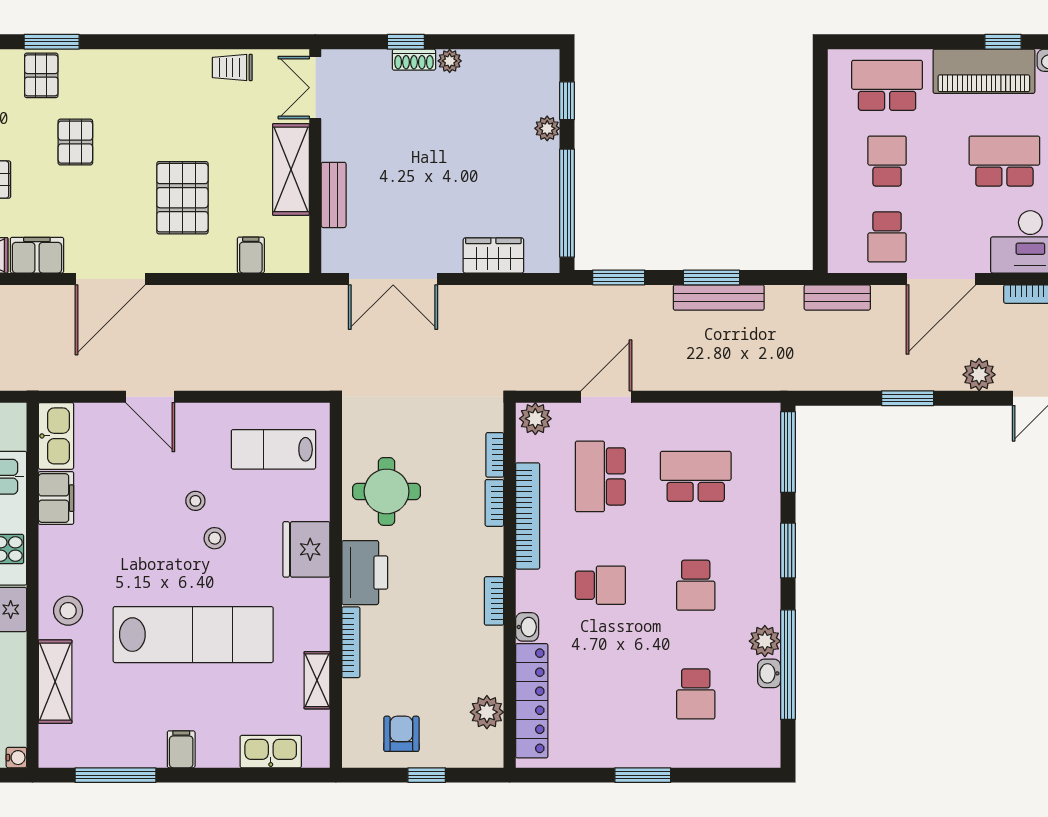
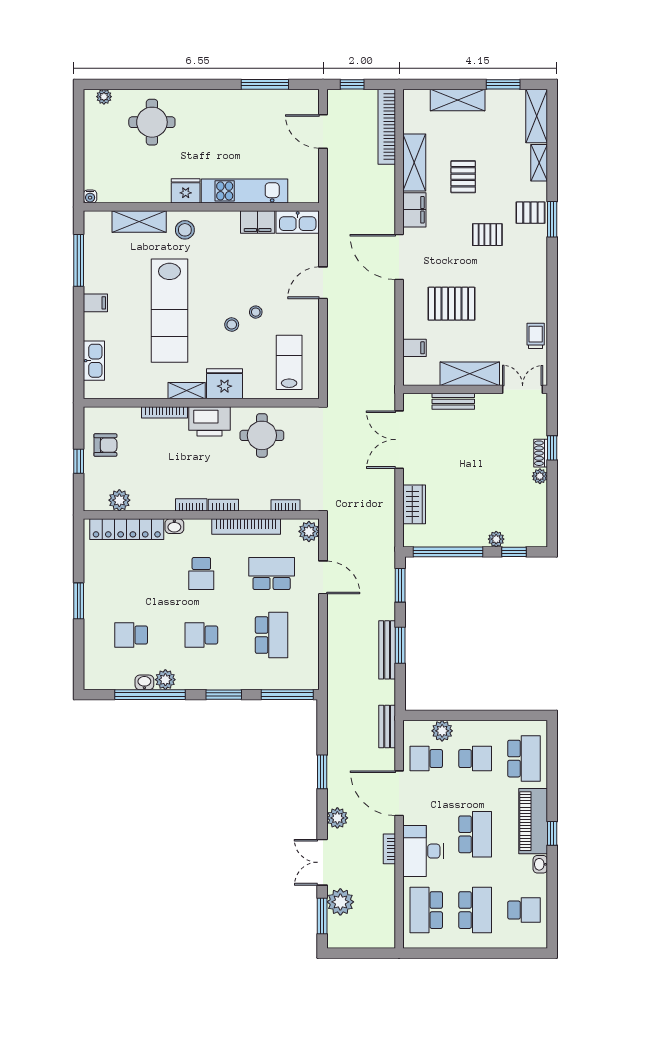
plant: (844, 212) -> (442, 731), added
bookcase: (494, 503) -> (223, 505), moved
shelving: (317, 680) -> (187, 391), moved

